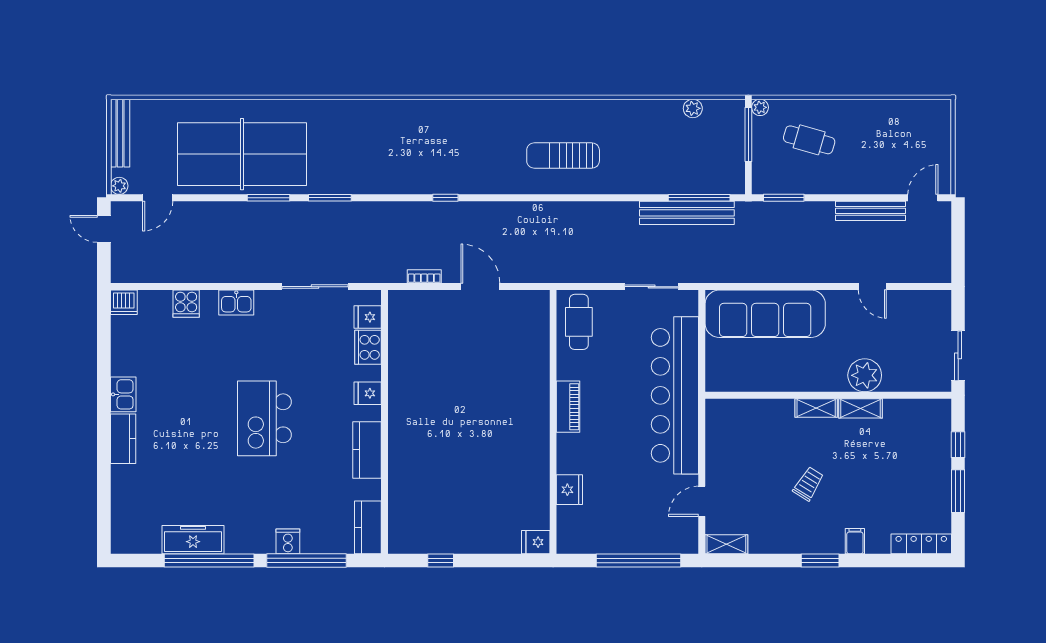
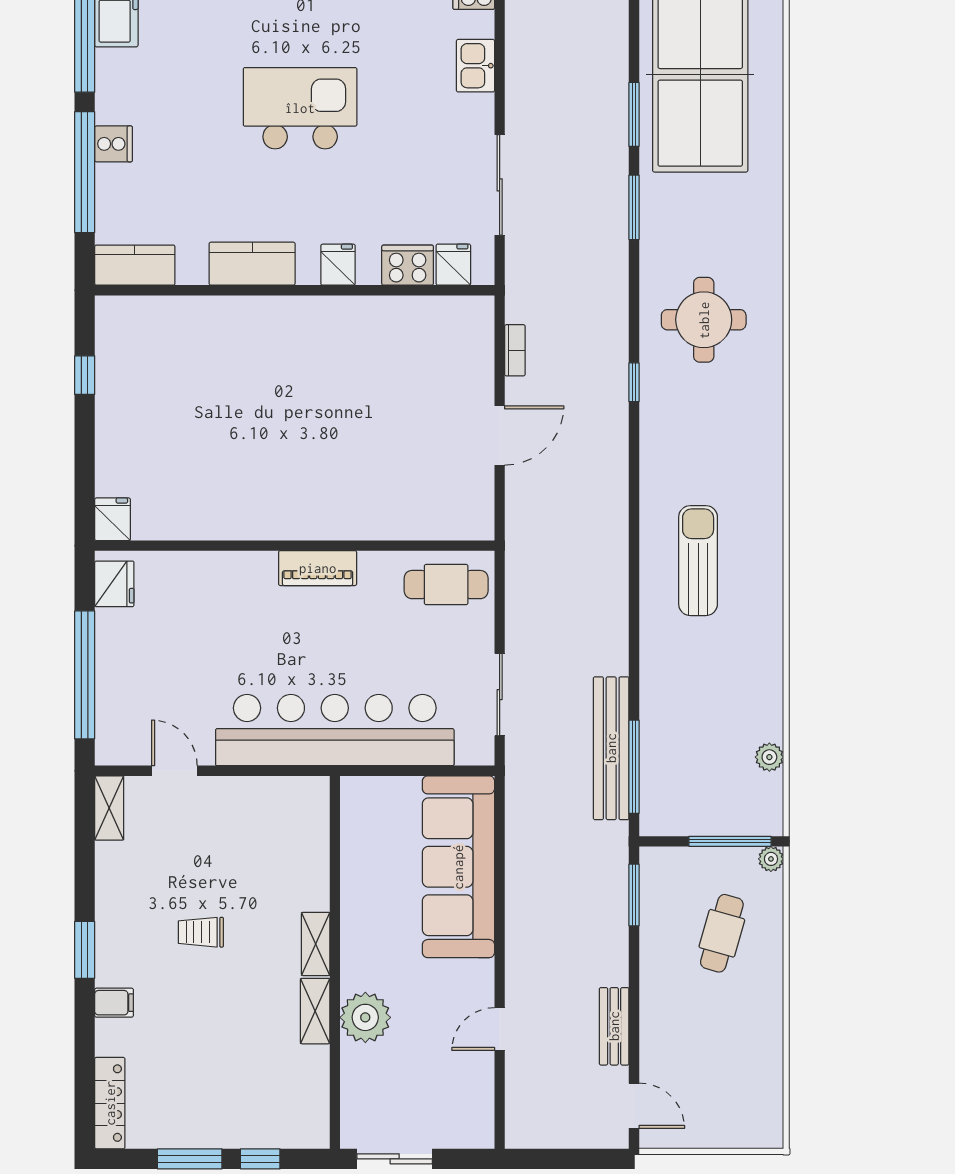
round table: (404, 152) -> (704, 320), added
bench: (871, 211) -> (614, 1026), width x0.73
trolley: (808, 484) -> (201, 932), turned 148
fridge: (569, 490) -> (114, 584), moved, turned -90

